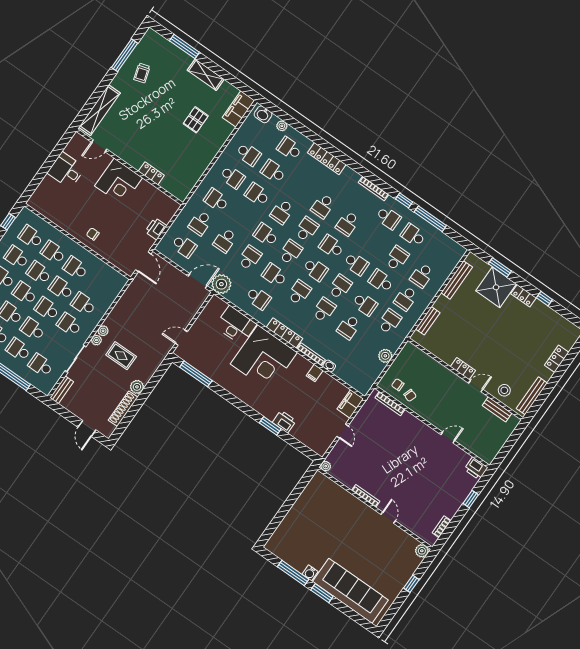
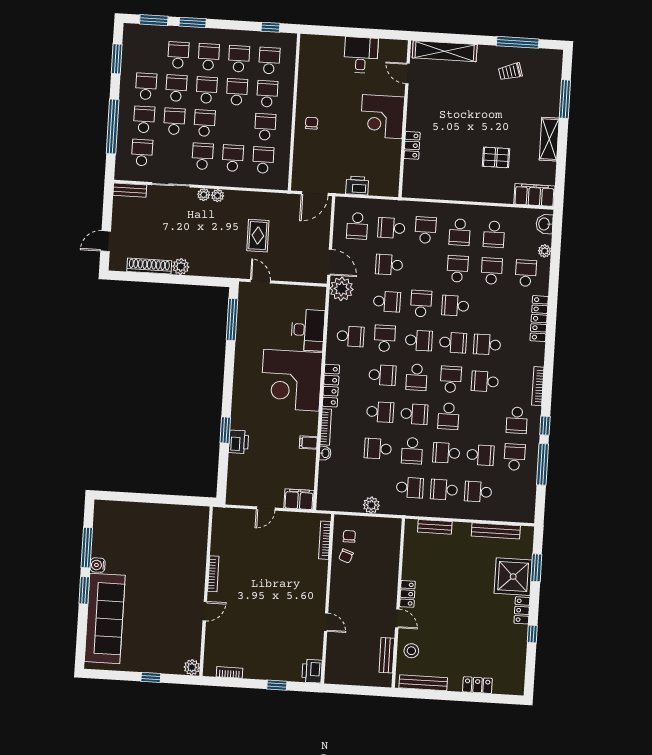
school desk: (381, 281) -> (446, 453), turned -90
school desk: (61, 288) -> (263, 160), moved
school desk: (258, 298) -> (350, 336), turned -90
rug: (121, 356) -> (258, 236), moved
plant: (326, 466) -> (219, 513), removed

